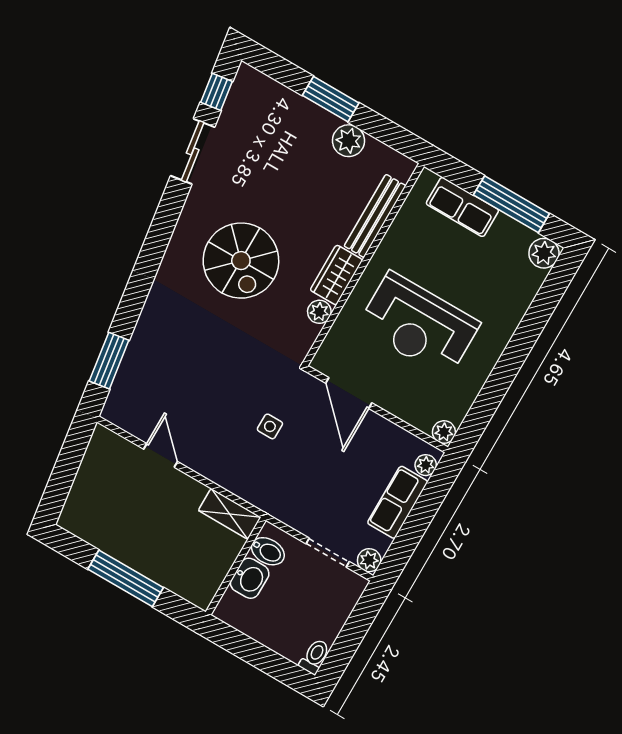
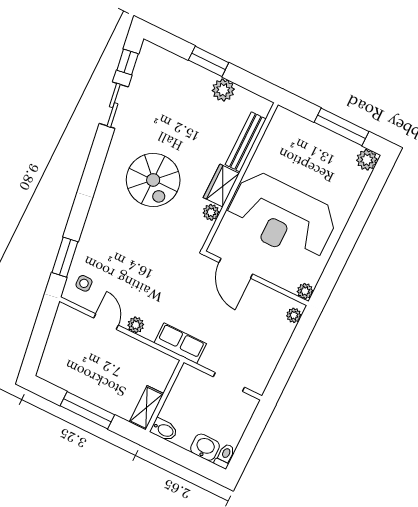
row of seats: (462, 207) -> (307, 131), removed
reception desk: (419, 325) -> (282, 217), width x1.36, depth x1.30
side table: (270, 426) -> (84, 283), moved
row of seats: (398, 502) -> (180, 343), moved, turned 90
shelving: (230, 514) -> (146, 408), moved, turned 90
bidet: (268, 551) -> (164, 430), moved
plant: (369, 560) -> (136, 325), moved
washbasin: (250, 578) -> (205, 447), moved, turned -90

